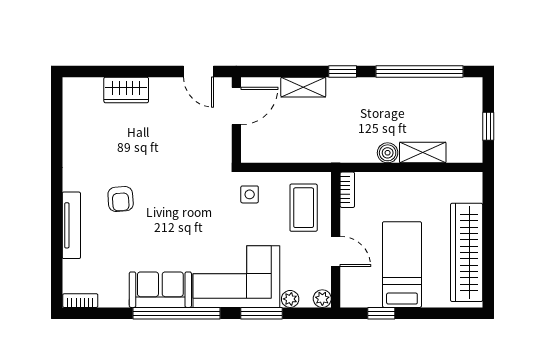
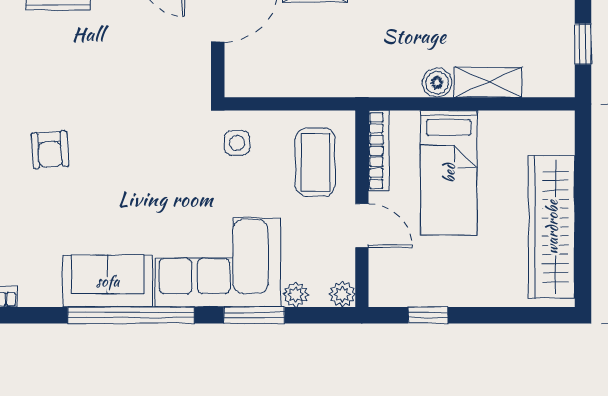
bookcase: (347, 190) -> (379, 151), width x1.56
bed: (402, 265) -> (449, 173), moved, turned 180

